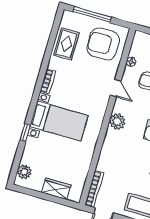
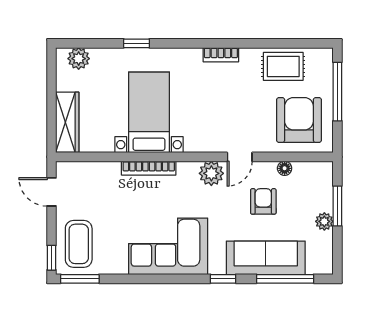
bed with nightstands: (59, 121) -> (149, 112), moved, turned 180
plant: (117, 122) -> (211, 173), moved
wardrobe: (56, 189) -> (67, 122), width x1.50
bookcase: (94, 189) -> (149, 168), moved

